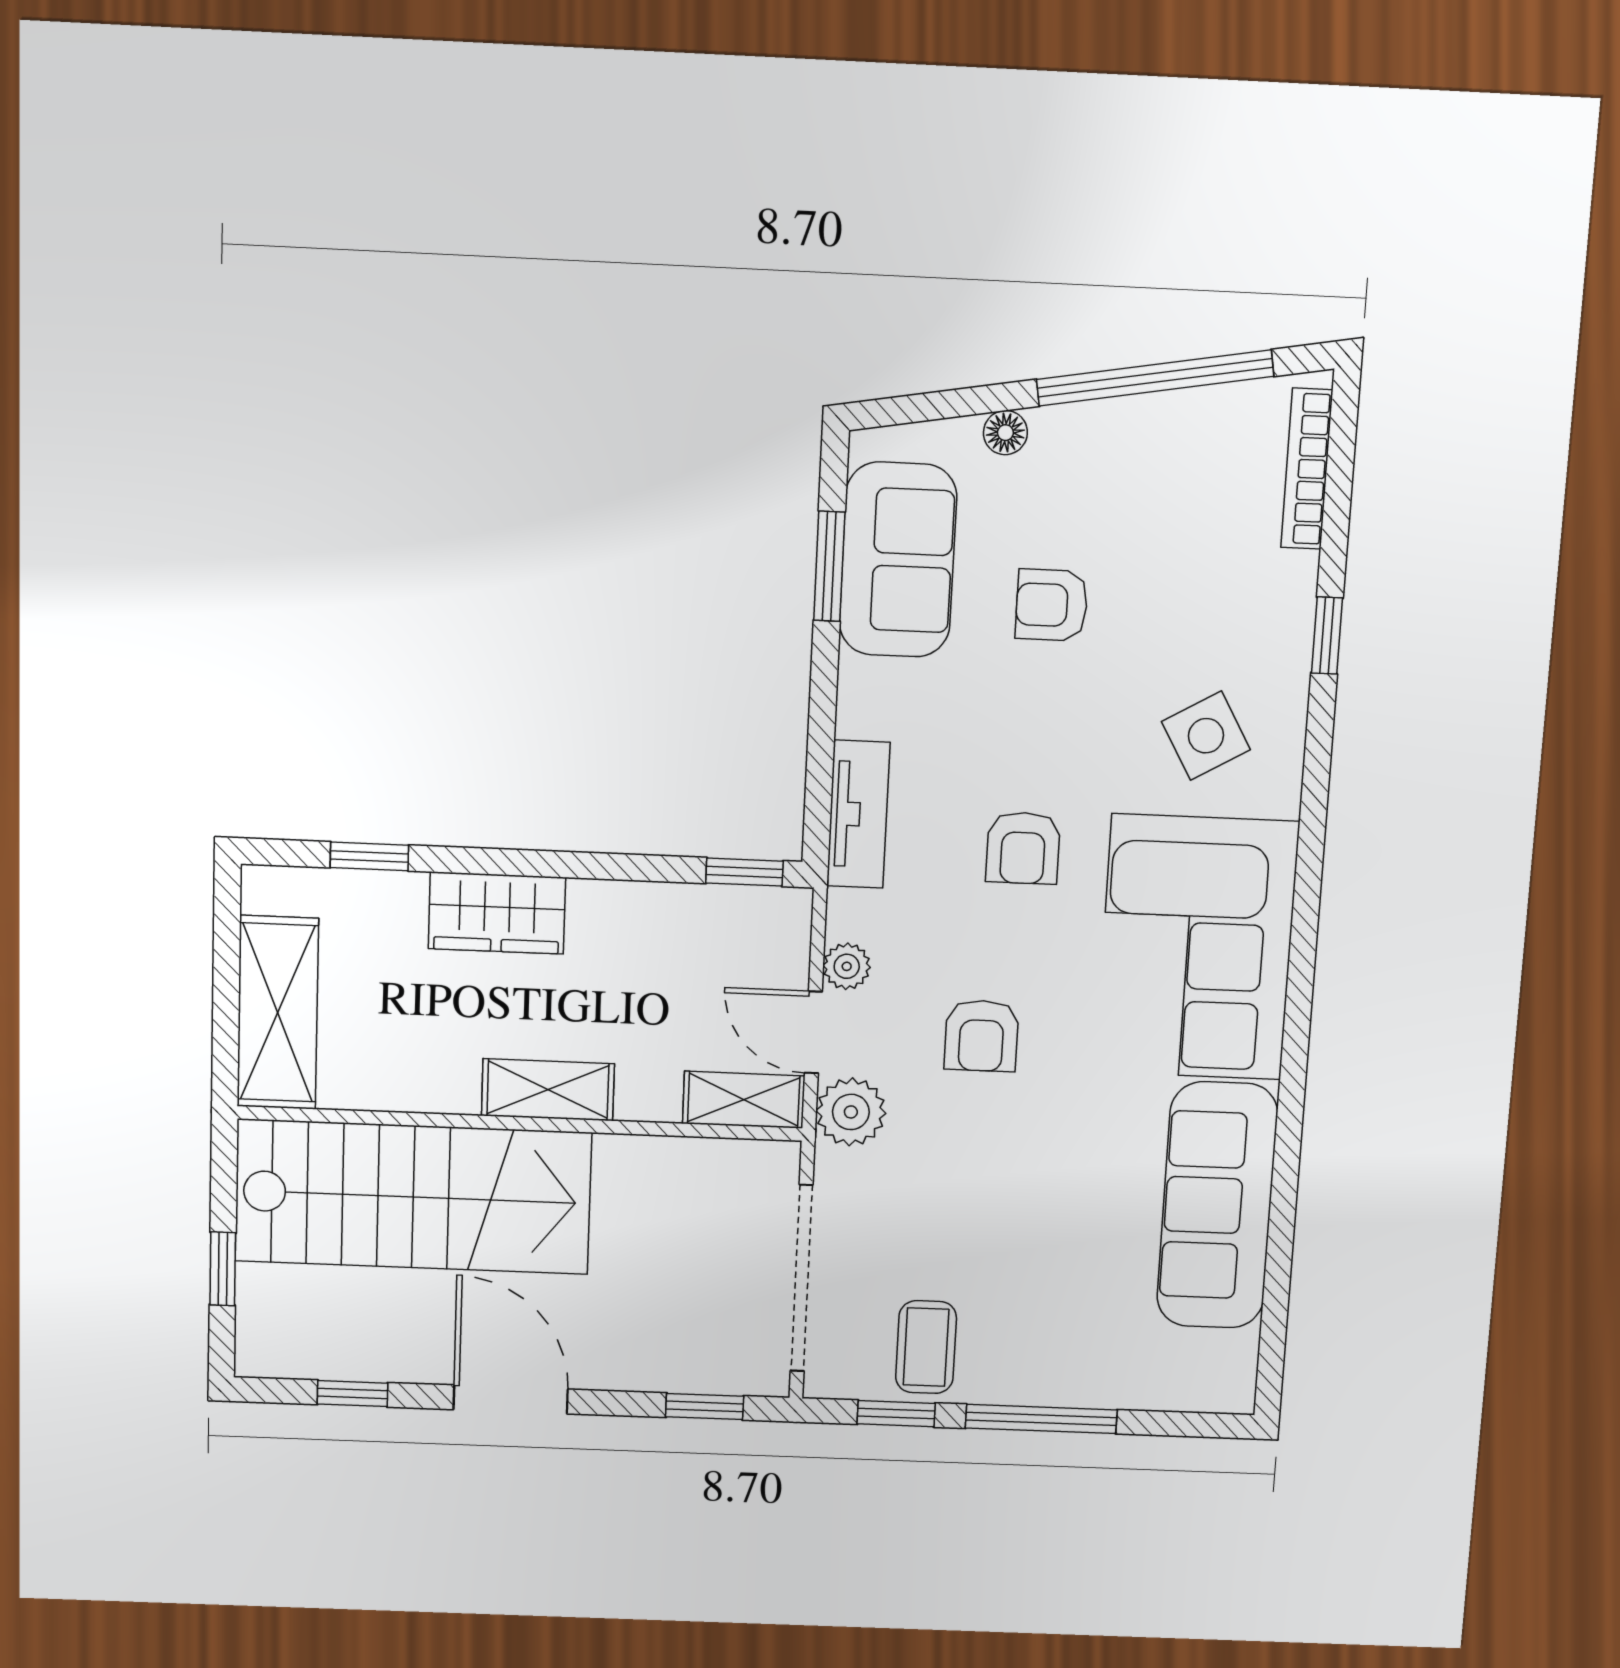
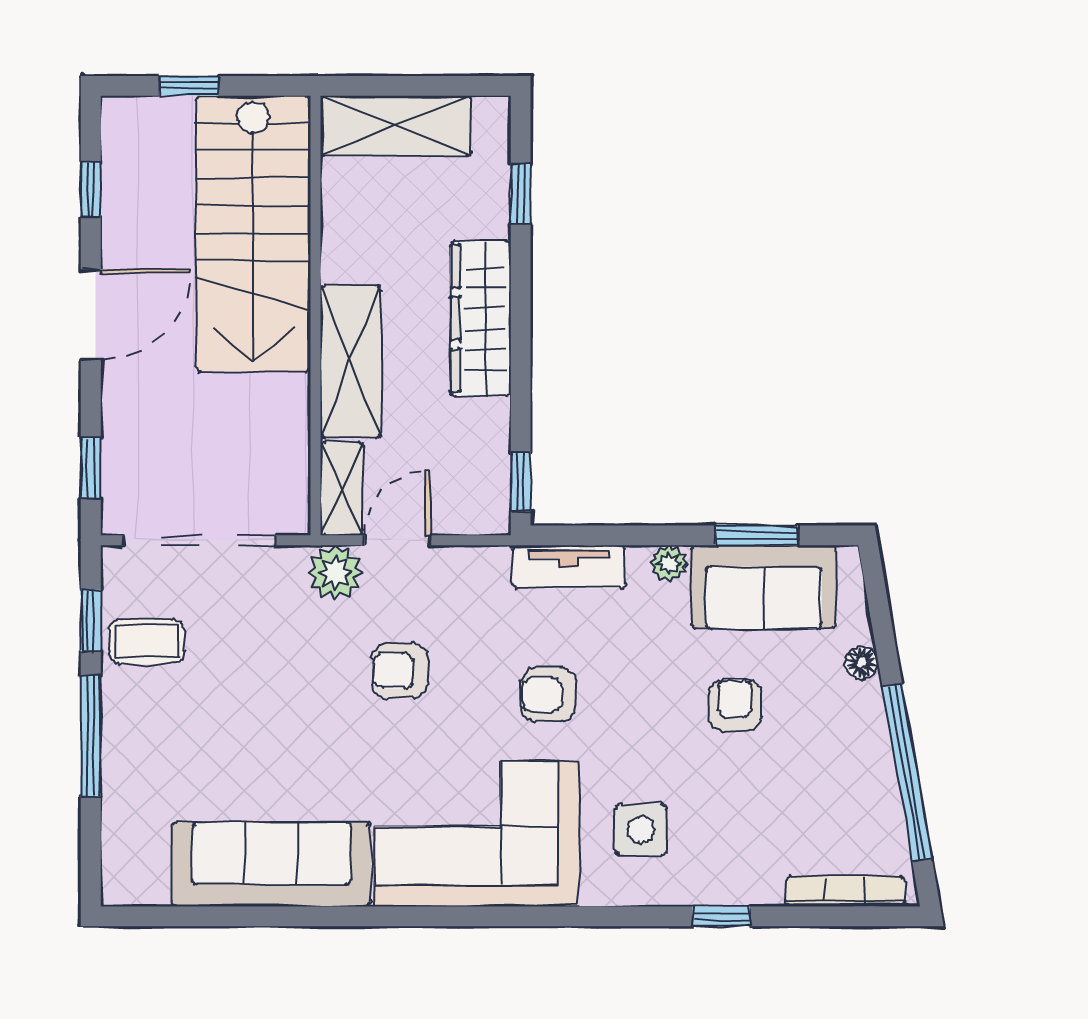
side table: (1206, 736) -> (641, 829), turned 30
wardrobe: (497, 913) -> (481, 318), width x1.50
plant: (847, 966) -> (669, 563), moved
shelving: (548, 1090) -> (351, 361), width x1.50, depth x1.33

